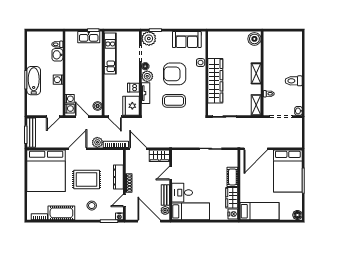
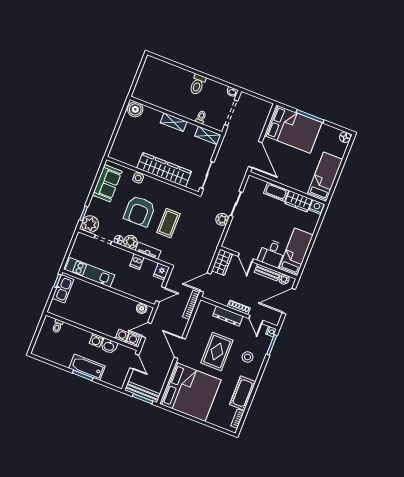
washbasin: (57, 55) -> (109, 346), moved
fridge: (131, 106) -> (161, 272), width x0.53, depth x0.75
plant: (97, 142) -> (222, 219), moved

